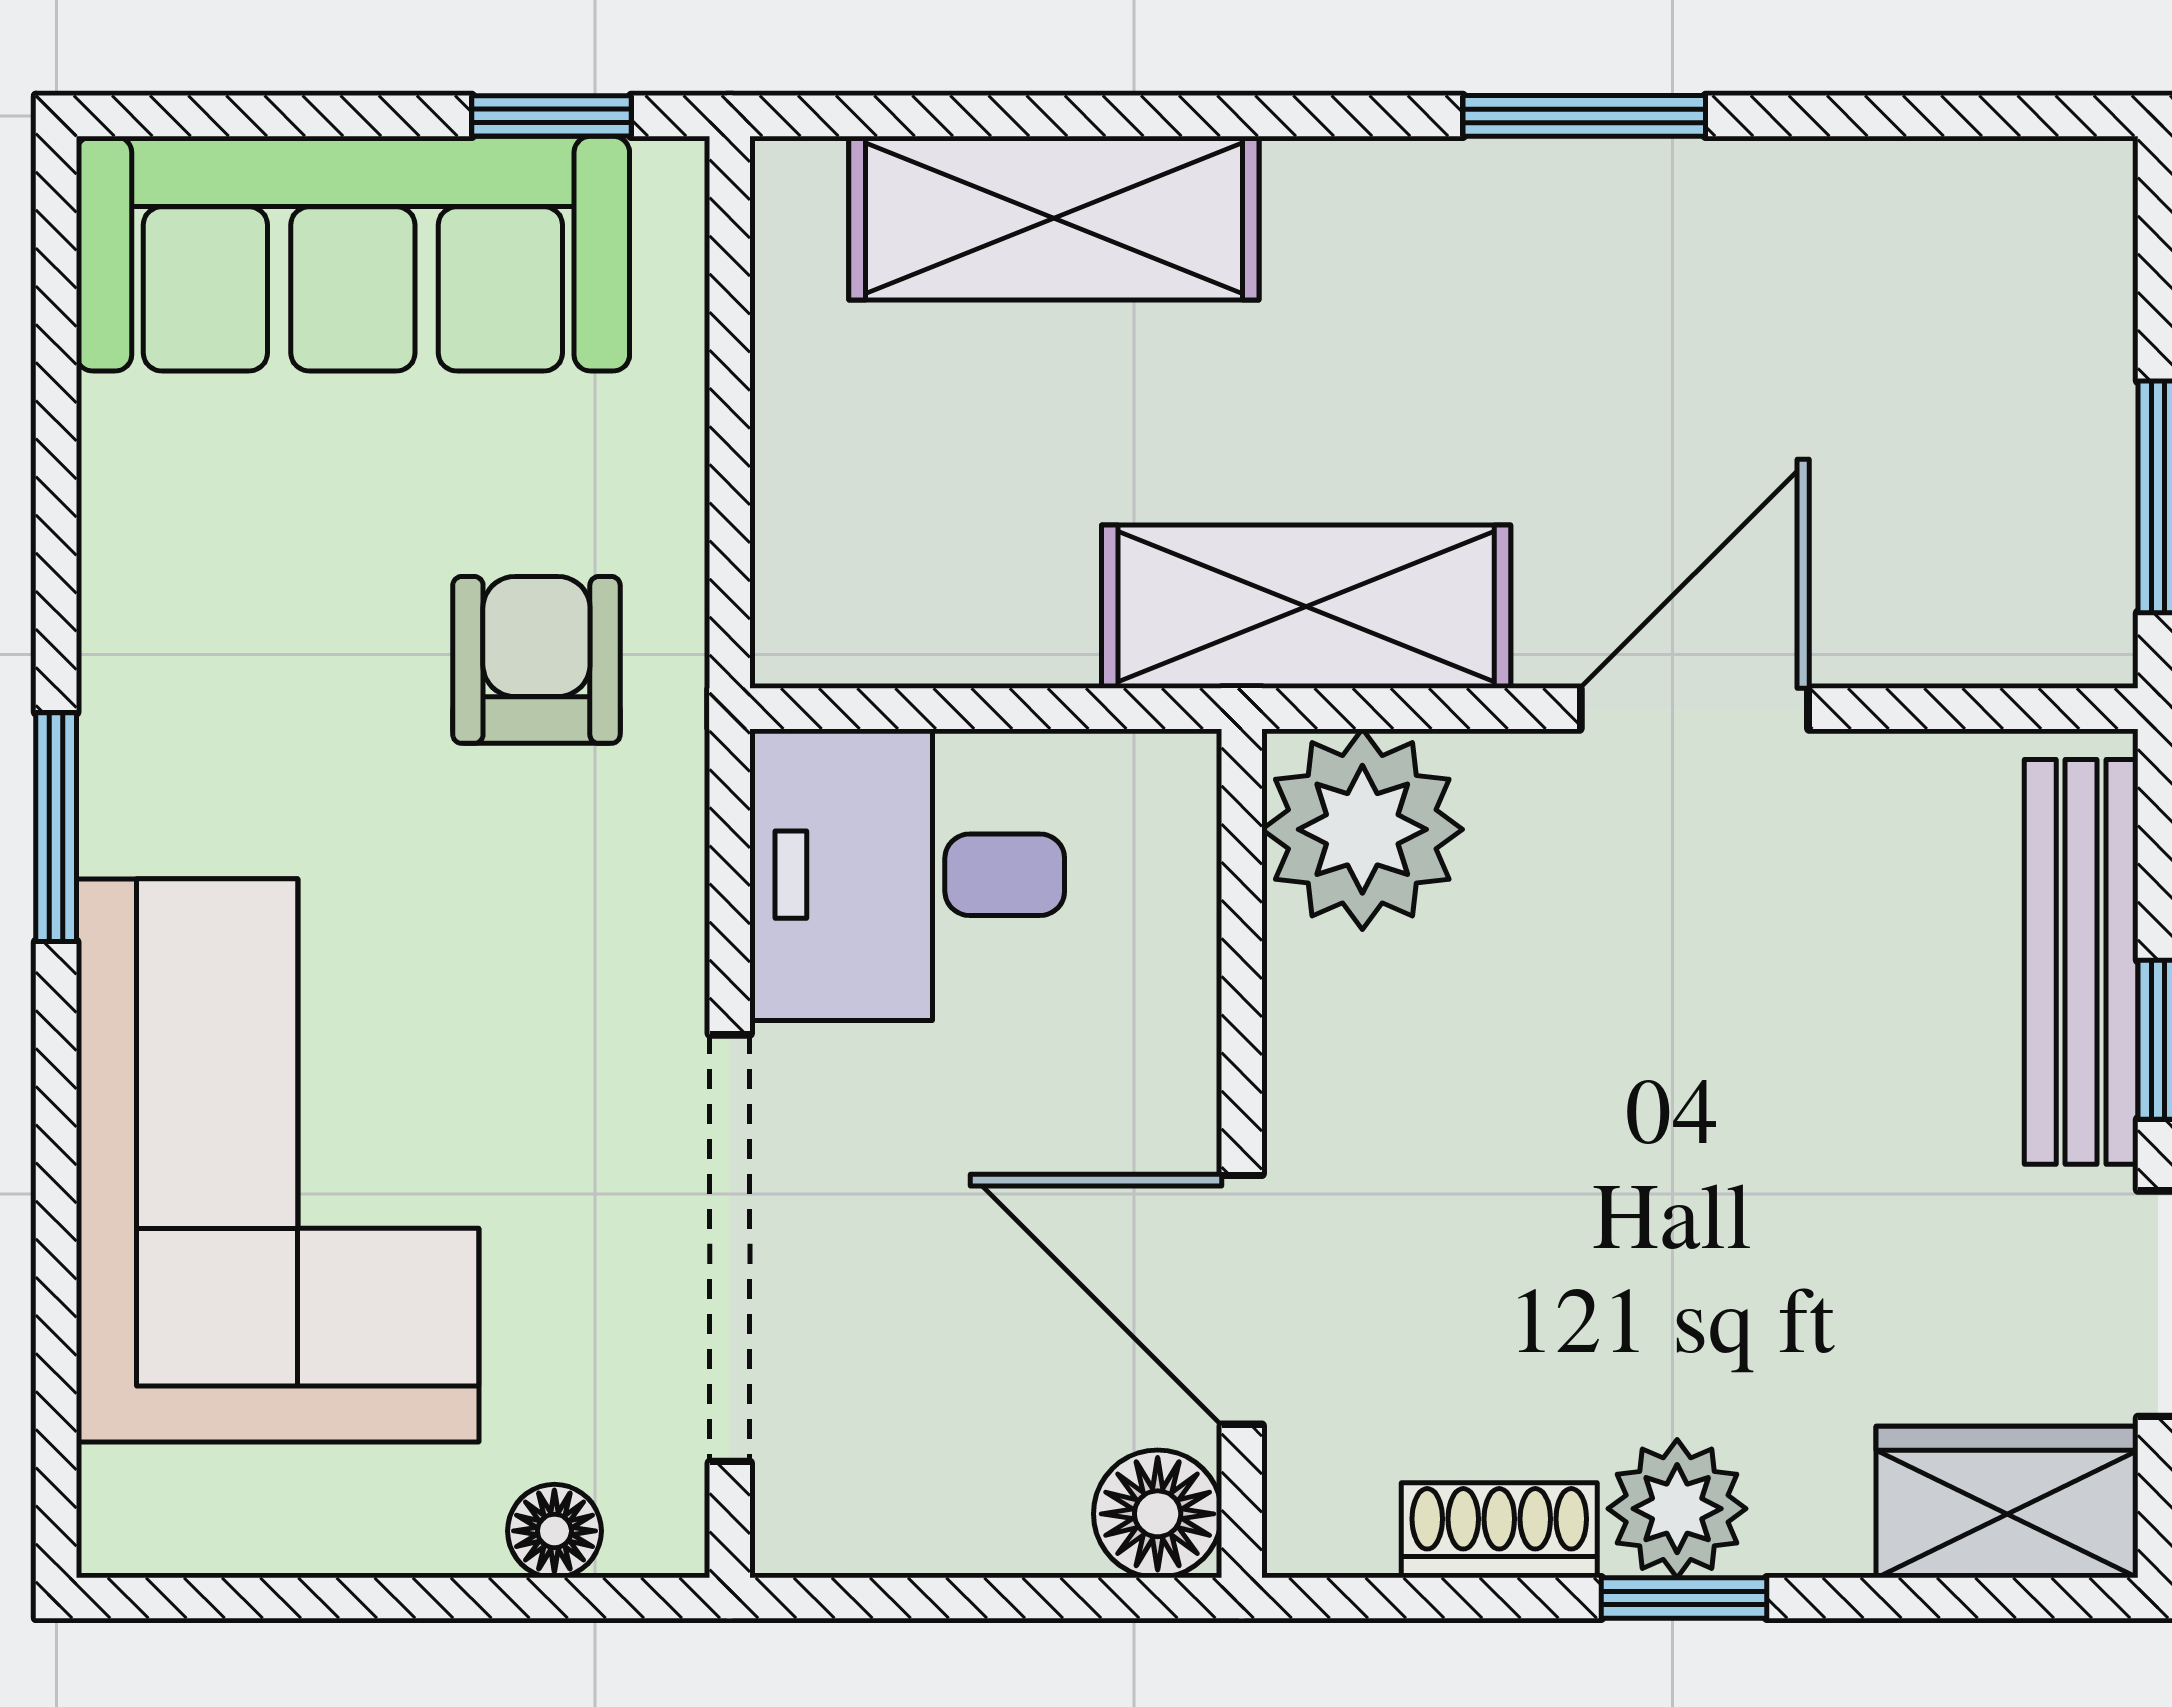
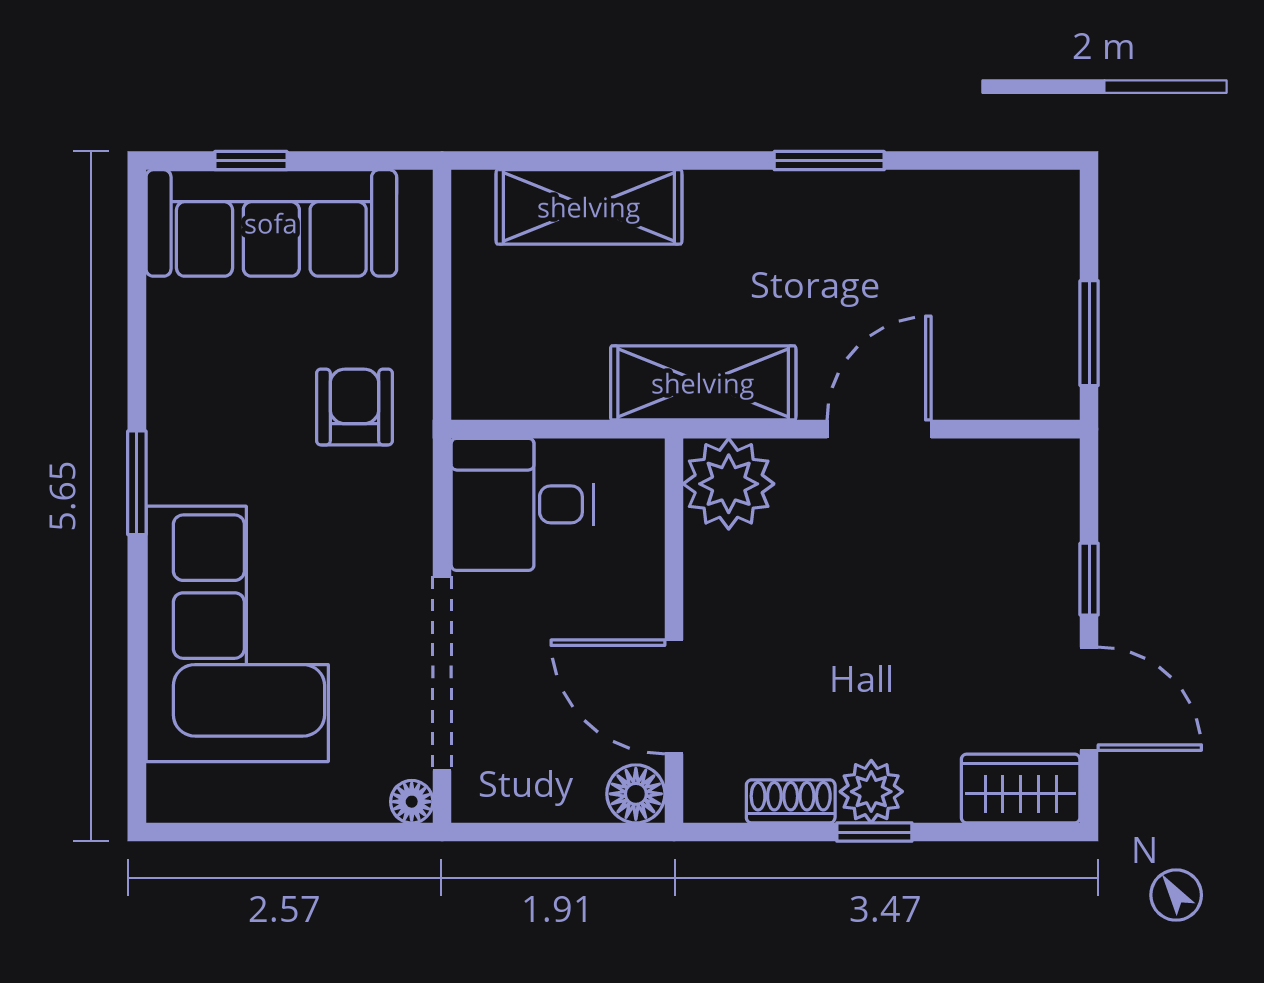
window: (552, 116) -> (251, 161), moved
bench: (2081, 962) -> (1054, 544), removed
floor lamp: (554, 1531) -> (412, 802), moved

